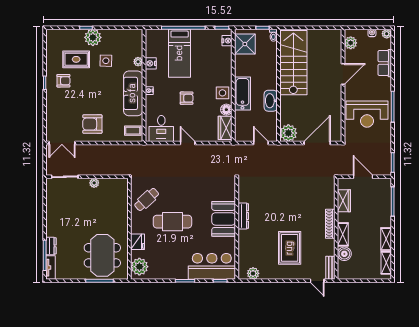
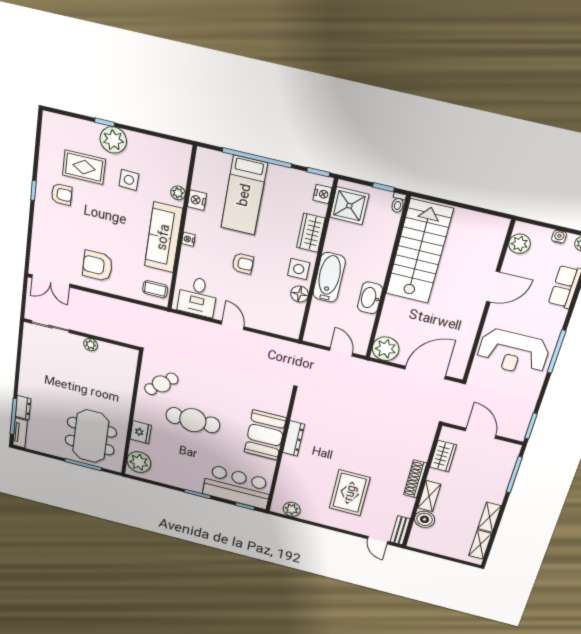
wardrobe: (225, 128) -> (311, 233), moved

